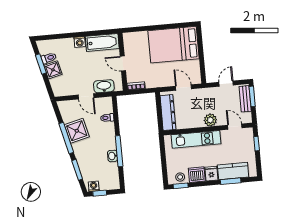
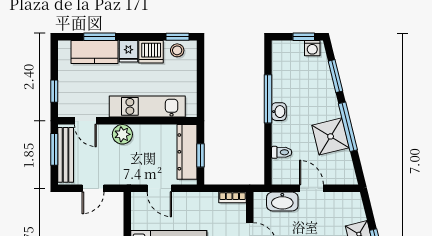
window: (252, 96) -> (54, 149), moved
bench: (245, 99) -> (66, 155), width x1.36
window: (159, 111) -> (200, 155), added
washbasin: (112, 156) -> (279, 112), moved

